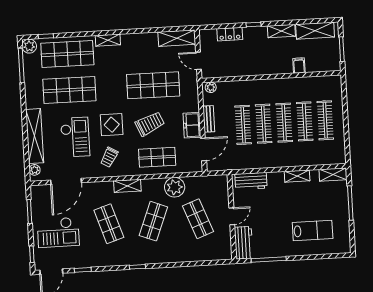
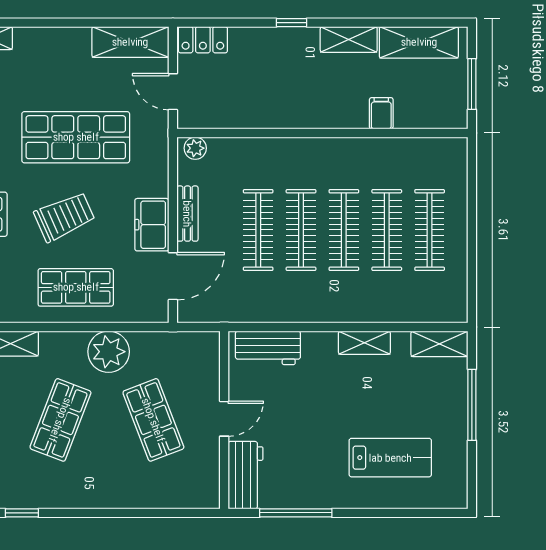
locker: (230, 34) -> (203, 40), moved

